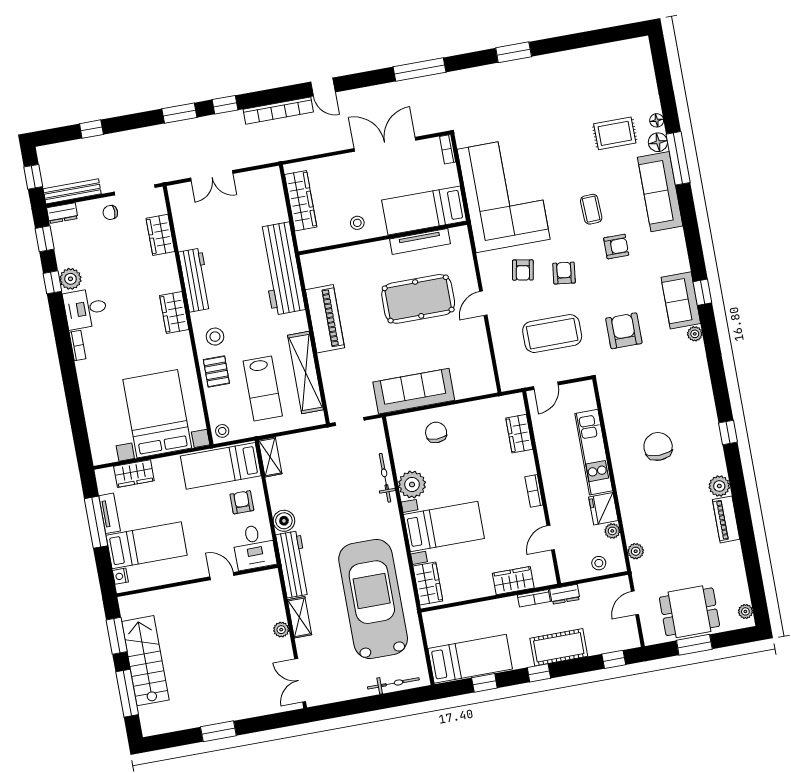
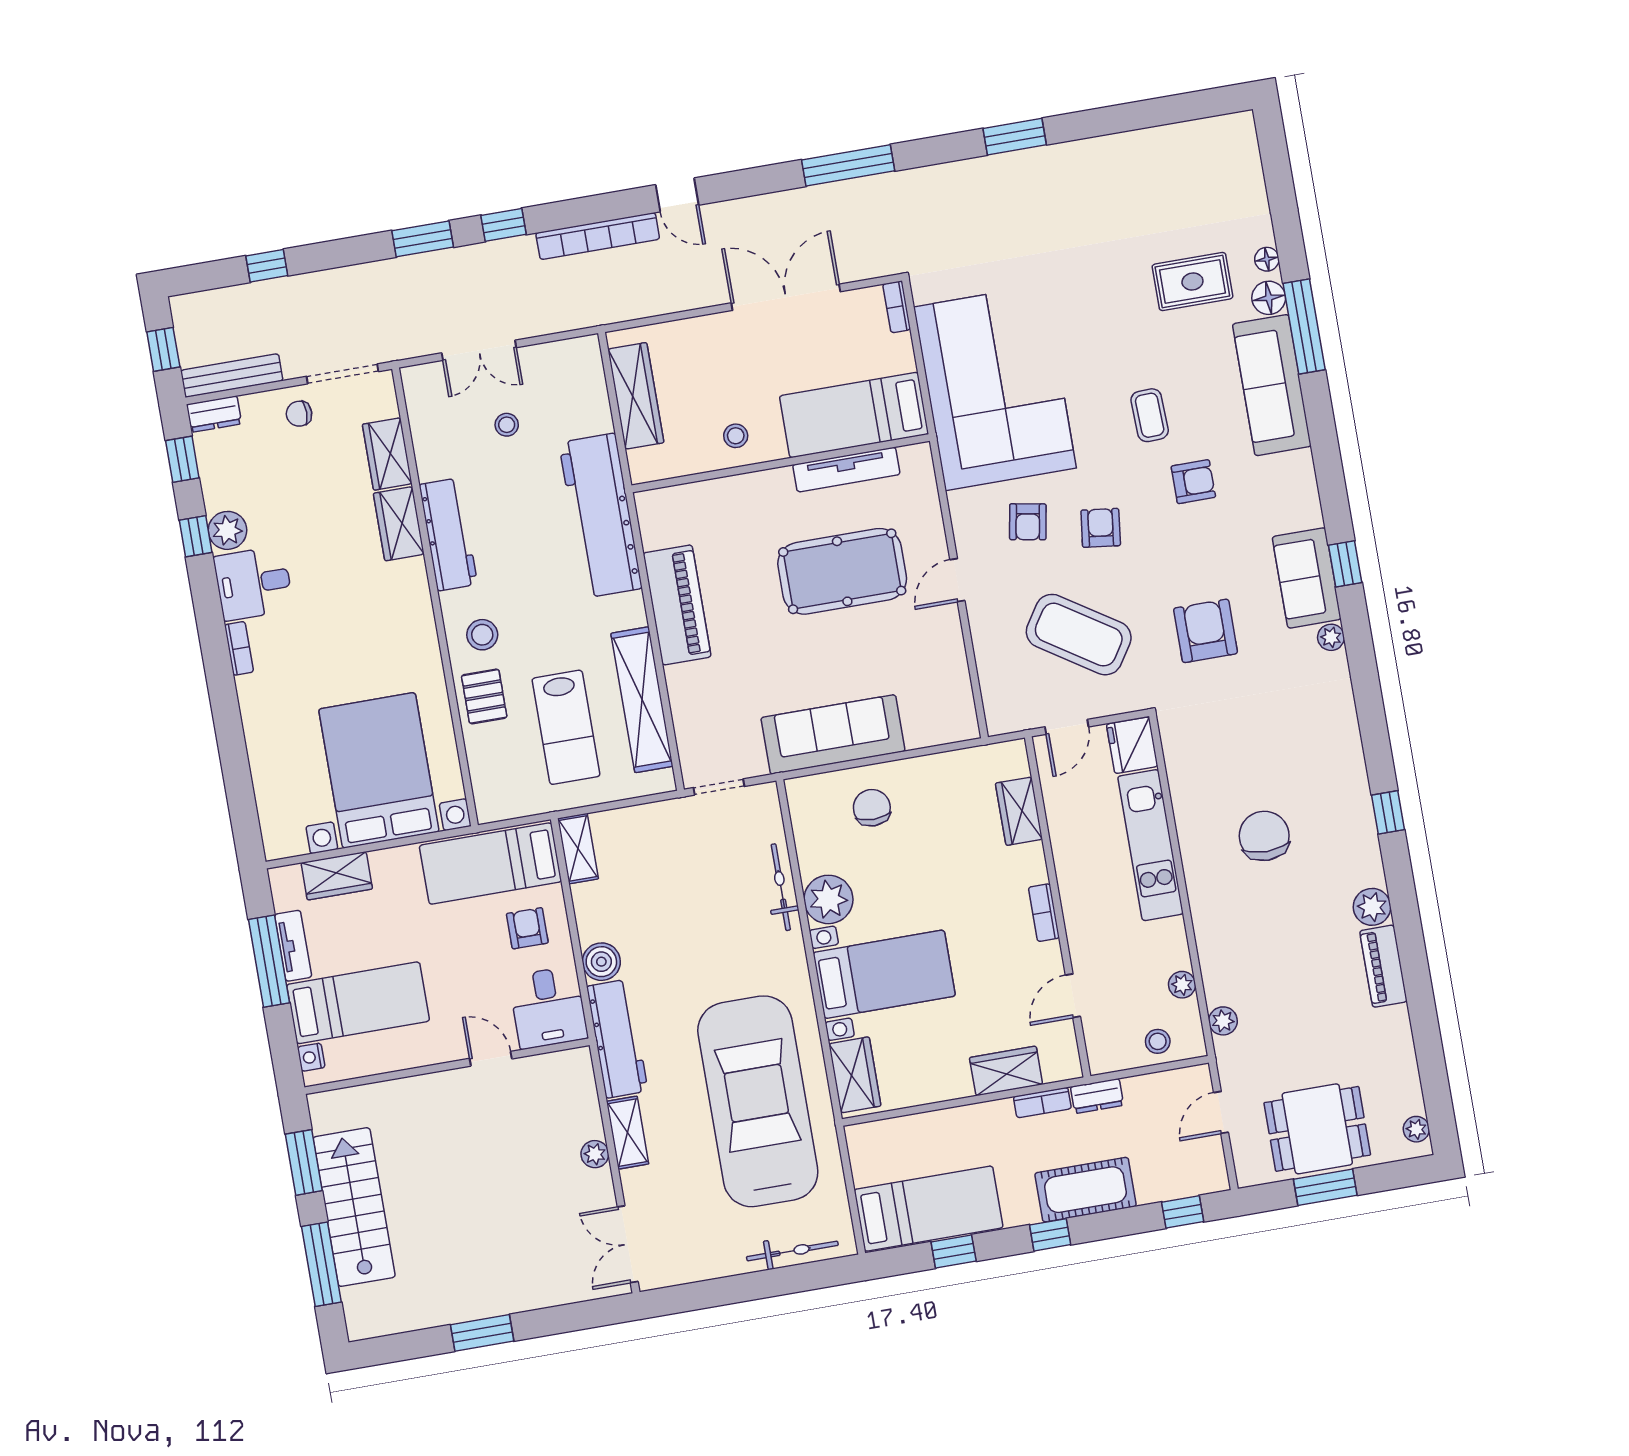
wardrobe: (174, 313) -> (399, 524), moved
coffee table: (552, 334) -> (1079, 635), turned 33
stool: (222, 431) -> (507, 425), moved
fridge: (603, 509) -> (1132, 745), moved

